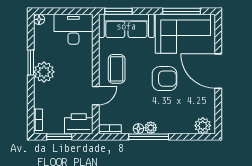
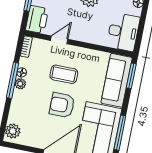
coffee table: (117, 69) -> (64, 74), moved
armchair: (165, 79) -> (62, 105), turned 90
door: (96, 96) -> (59, 40), swing flipped

